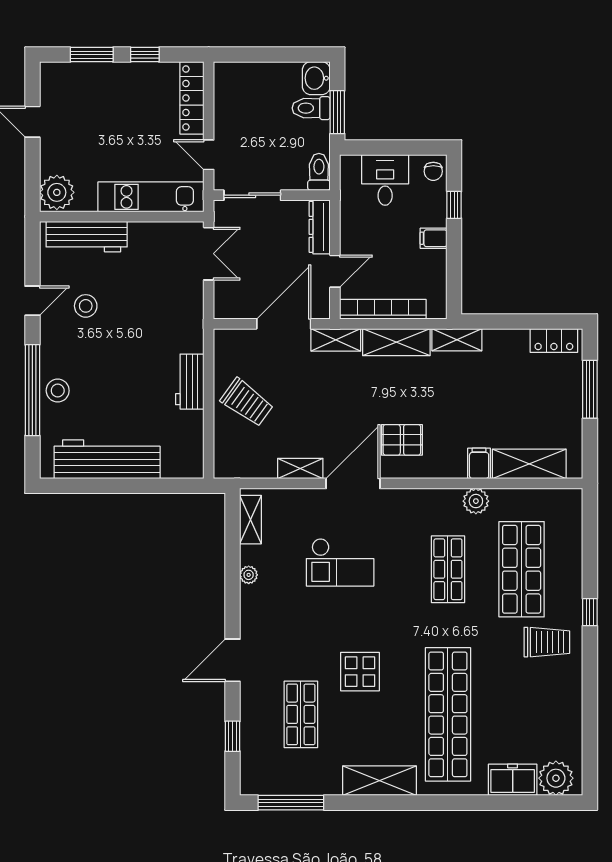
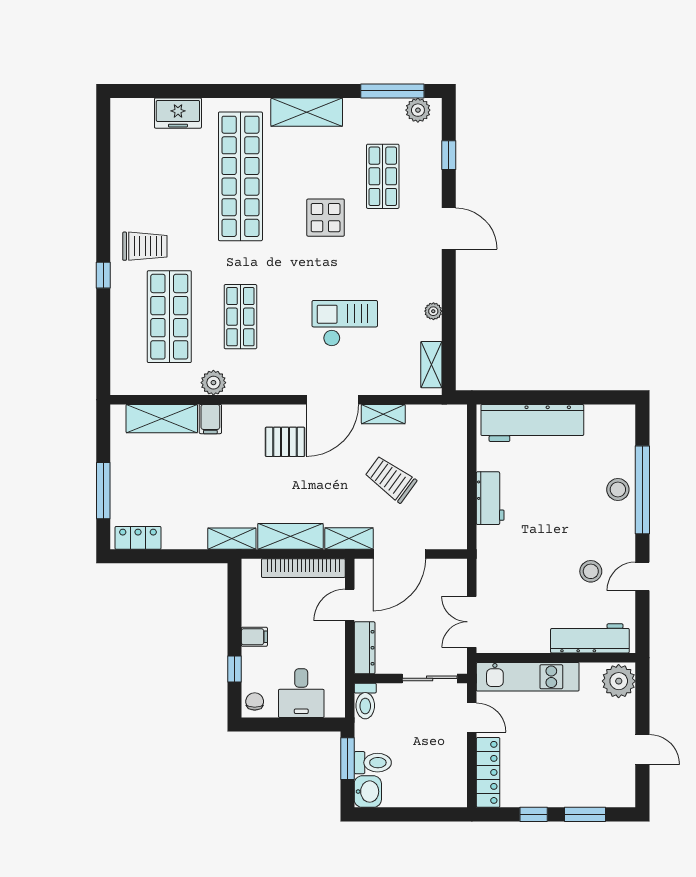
trolley: (247, 402) -> (391, 479), moved
workbench: (107, 459) -> (532, 423), moved
trolley: (547, 642) -> (145, 246), turned 180
door: (233, 660) -> (449, 229), hinge flipped
plant: (556, 778) -> (418, 110), moved, width x0.73, depth x0.73

